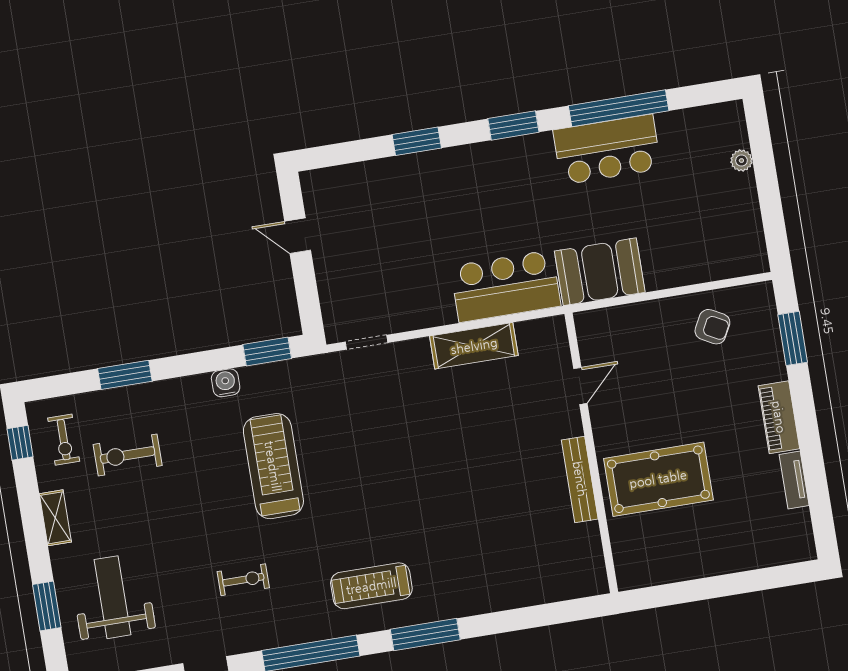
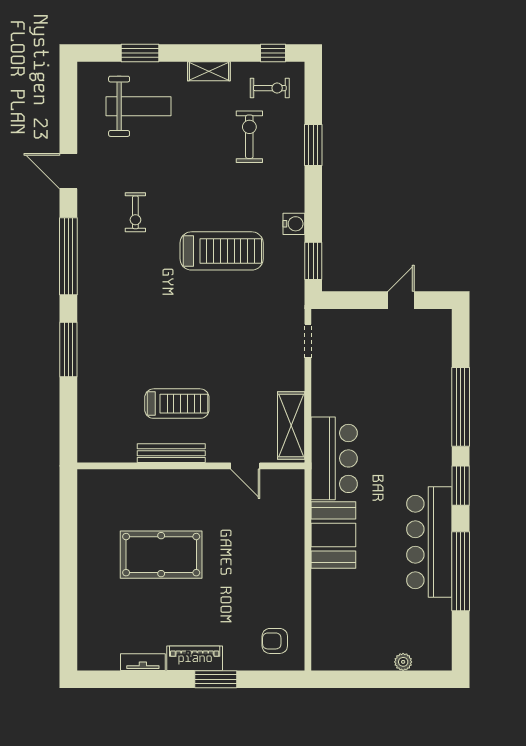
window: (417, 141) -> (461, 407), width x2.11
bar counter: (607, 150) -> (429, 542), width x1.36
armchair: (712, 327) -> (275, 641), moved, turned 62
window: (793, 338) -> (216, 679), moved
door: (580, 386) -> (245, 466), moved
exercise bike: (64, 440) -> (270, 88), turned 180
wall: (591, 453) -> (191, 466), moved
bench: (580, 479) -> (171, 453), moved
pool table: (658, 479) -> (161, 555), turned 90
treadmill: (371, 586) -> (177, 404), moved, turned 90

